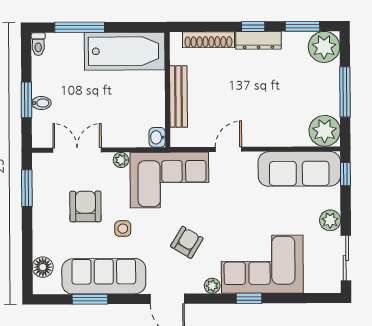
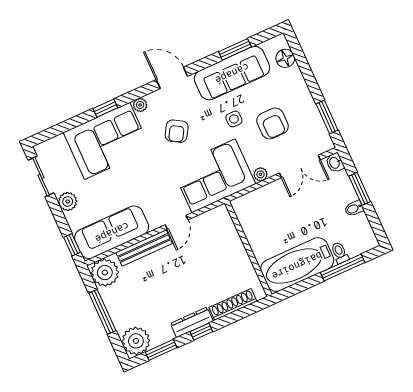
toilet: (38, 44) -> (340, 253), moved
bench: (179, 97) -> (144, 248), moved, turned 90
bidet: (41, 103) -> (354, 208), moved
washbasin: (157, 137) -> (335, 163), moved, turned 180

